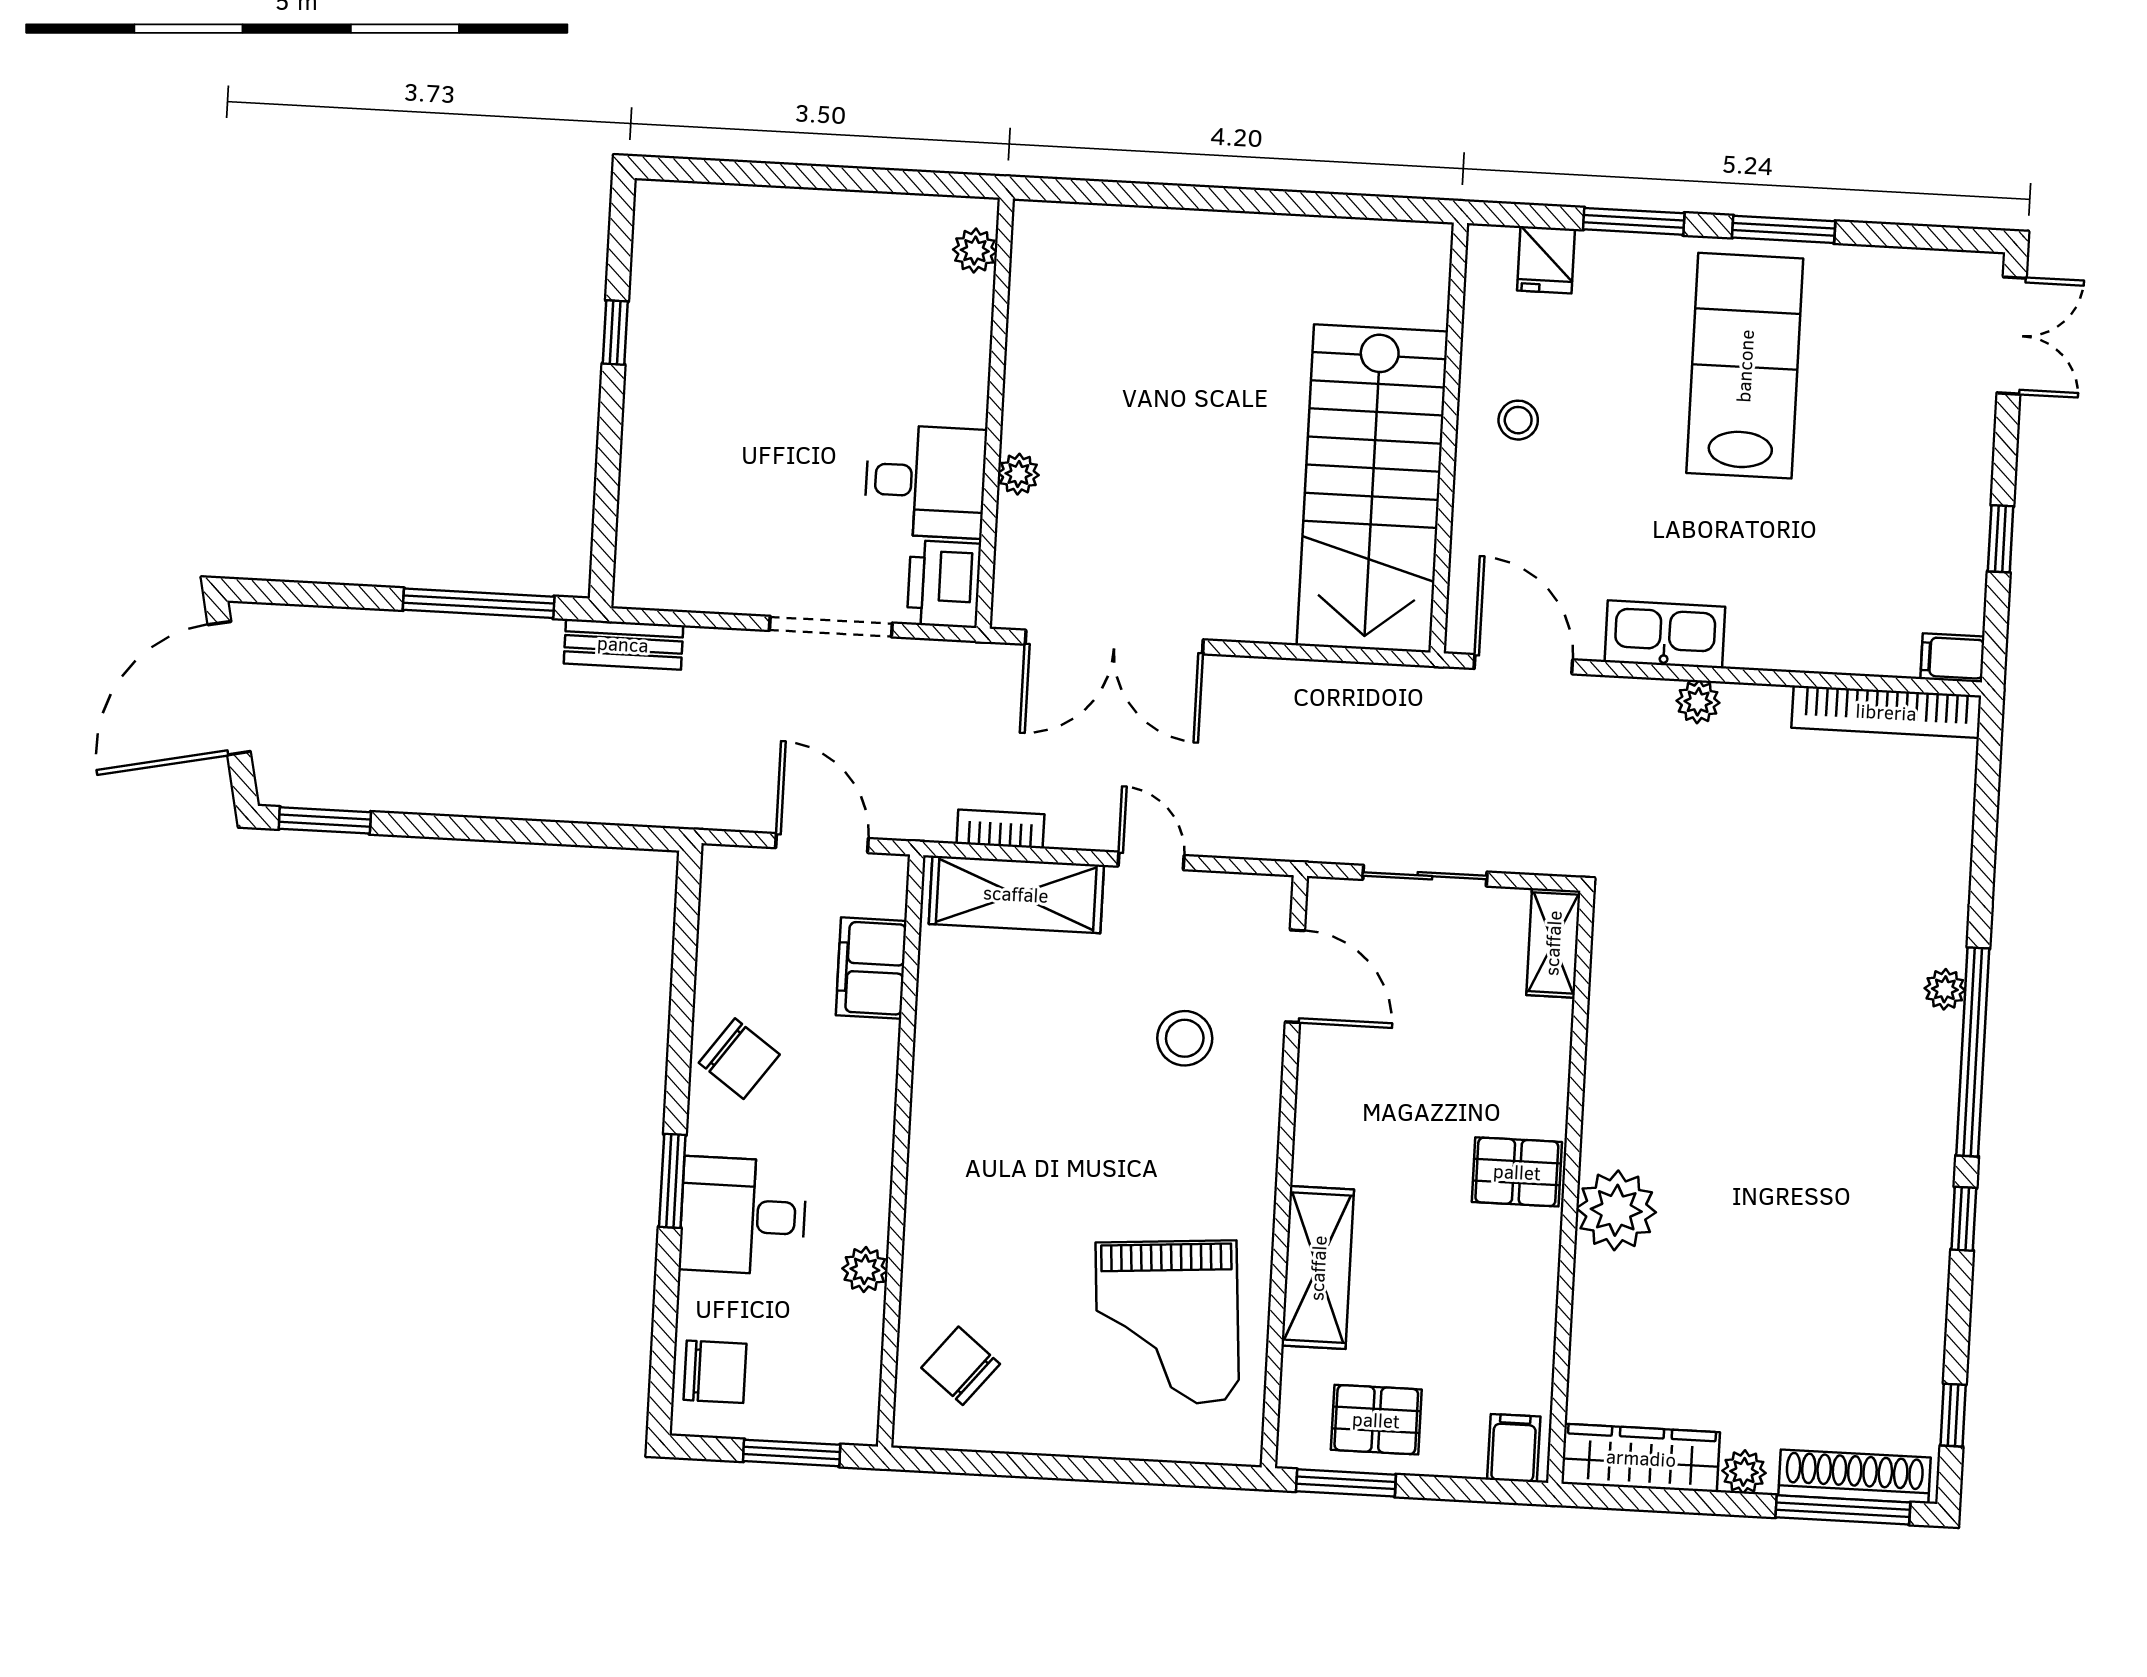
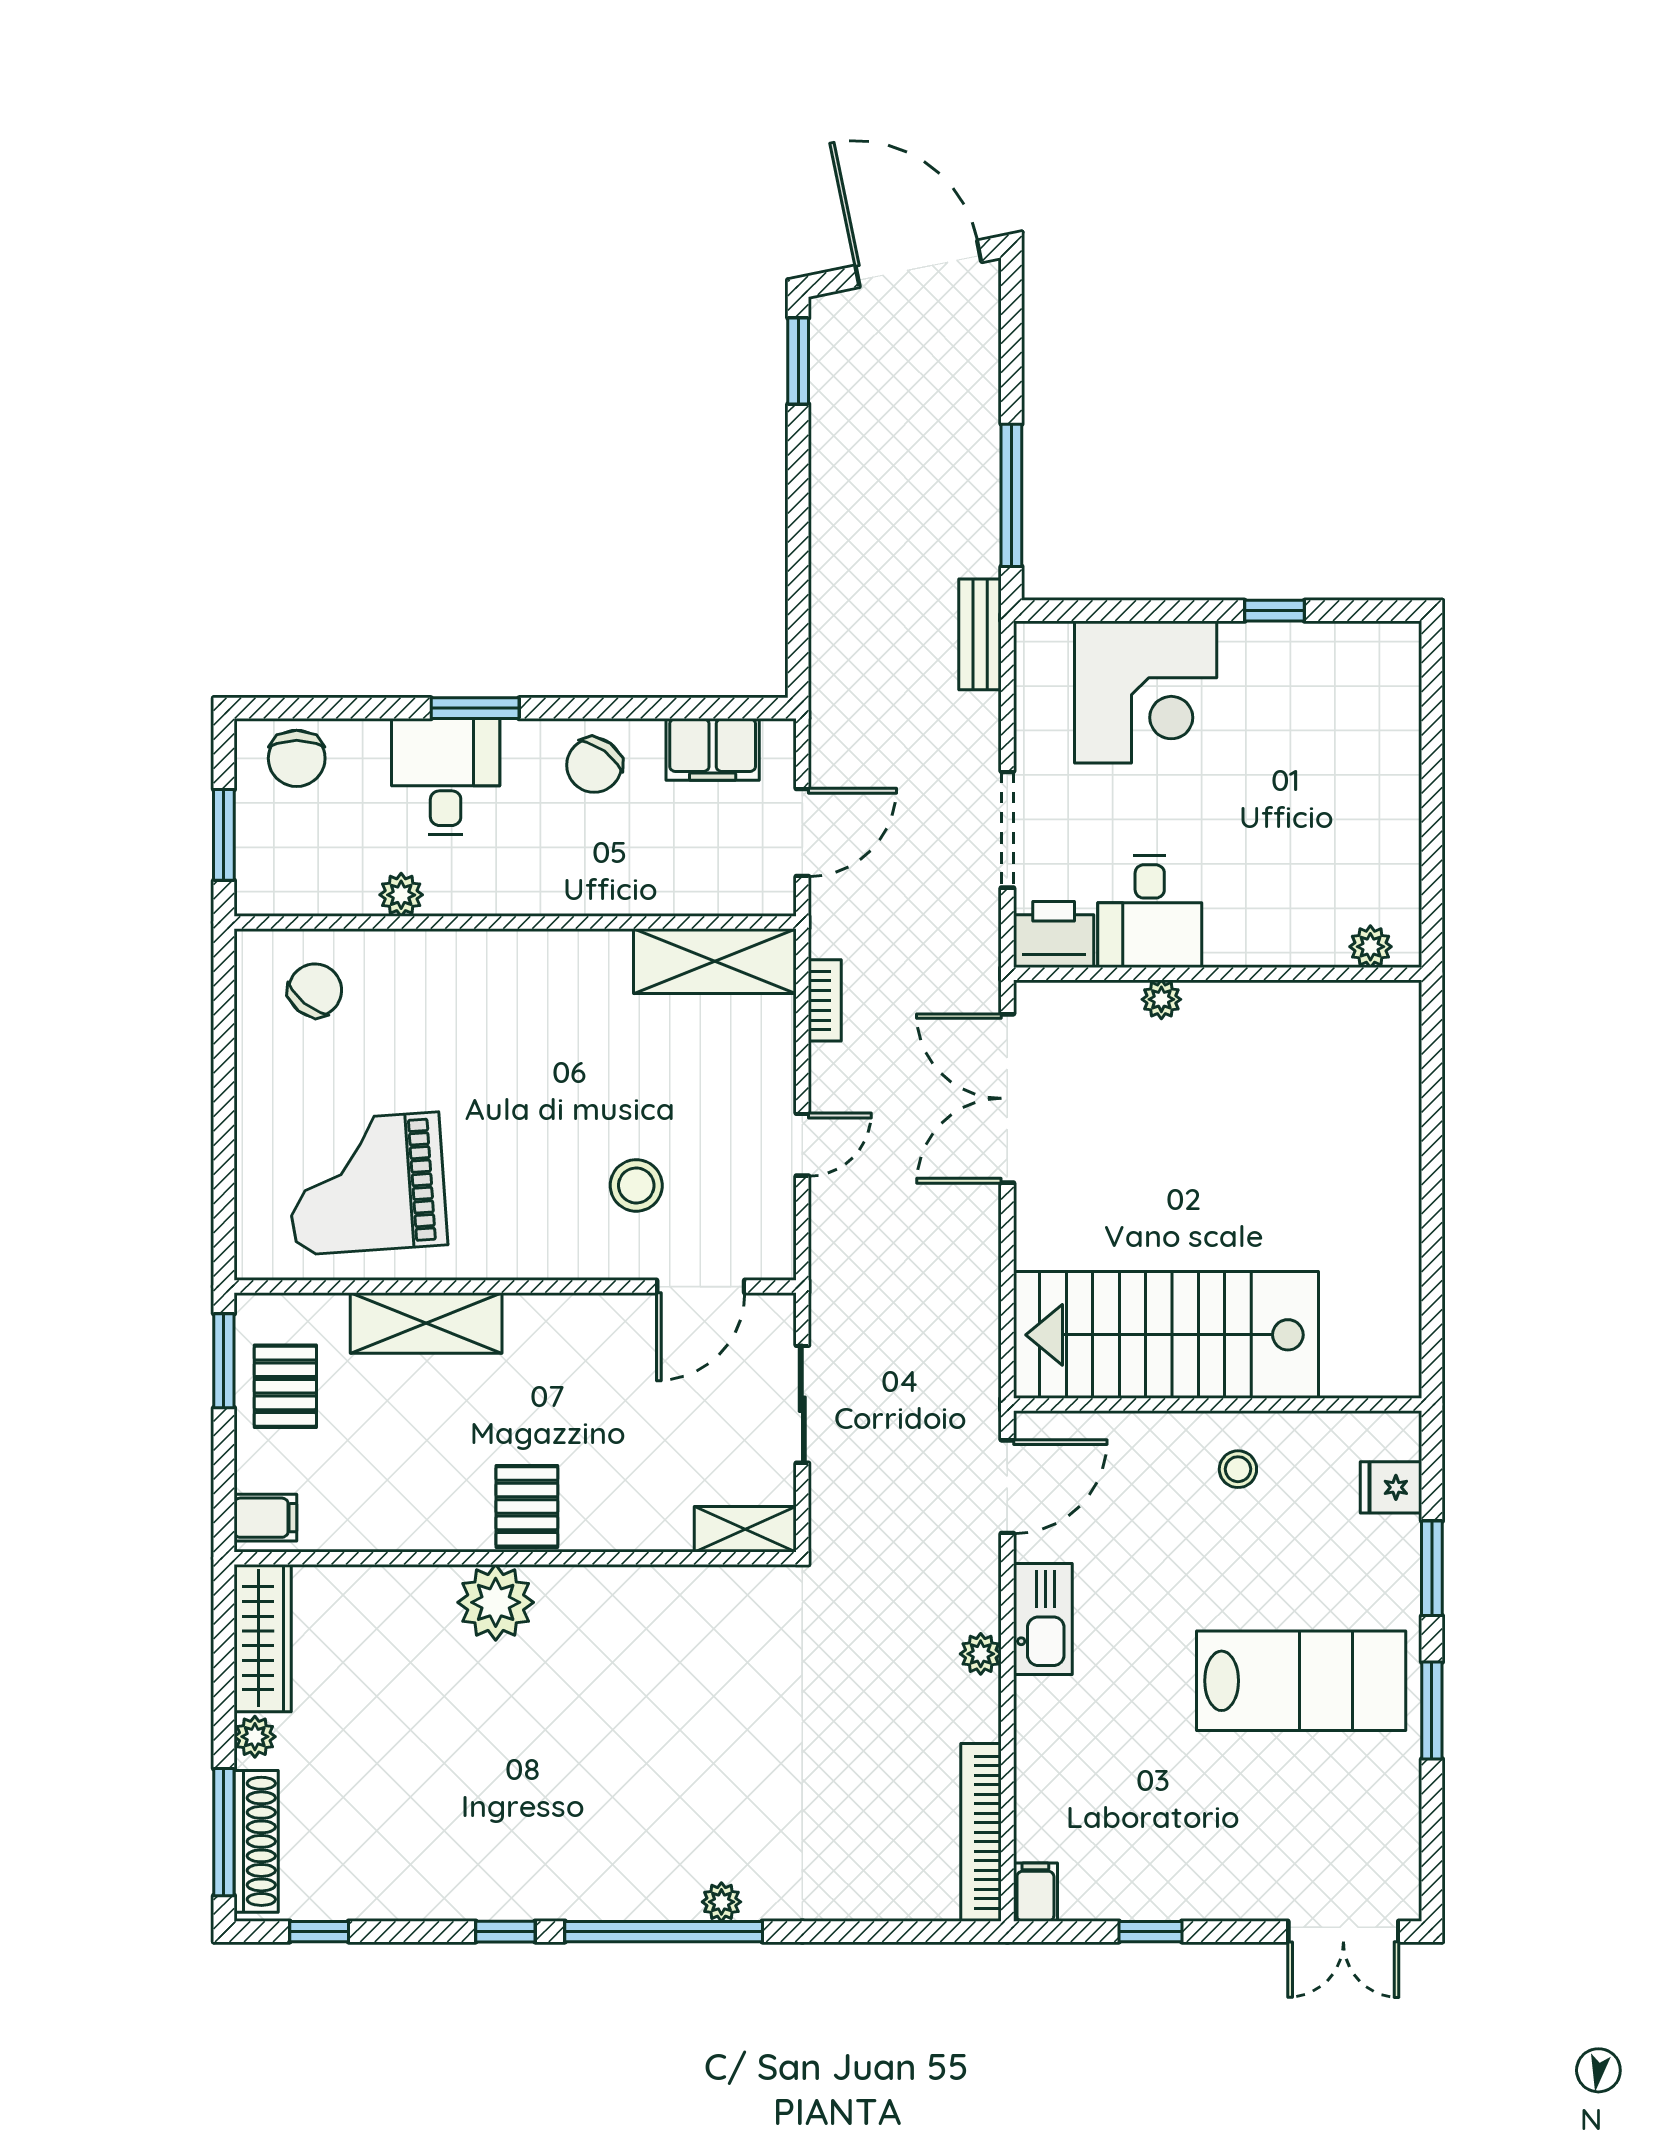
corner desk: (694, 473) -> (1146, 692), added
shelving: (1016, 894) -> (715, 961), moved, turned 90
filing cabinet: (871, 968) -> (713, 749), moved, turned 180

